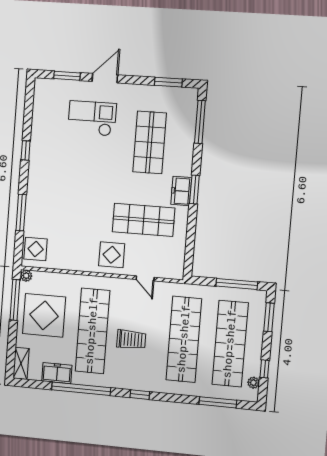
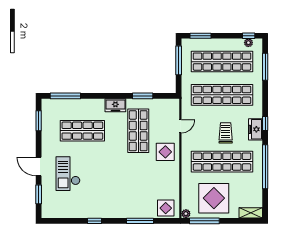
window: (194, 189) -> (143, 96), moved
window: (265, 369) -> (249, 36), moved
freezer: (57, 373) -> (256, 129), moved

